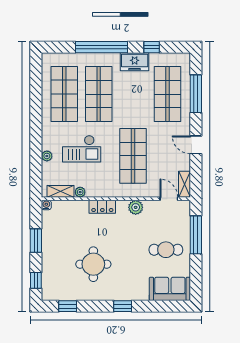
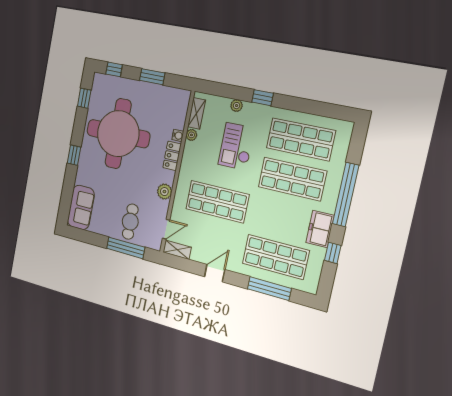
window: (36, 134) -> (262, 98), added
water cooler: (46, 205) -> (178, 135), moved
cafe table: (166, 250) -> (130, 222), moved
round table: (93, 264) -> (118, 134), width x1.86, depth x1.86

